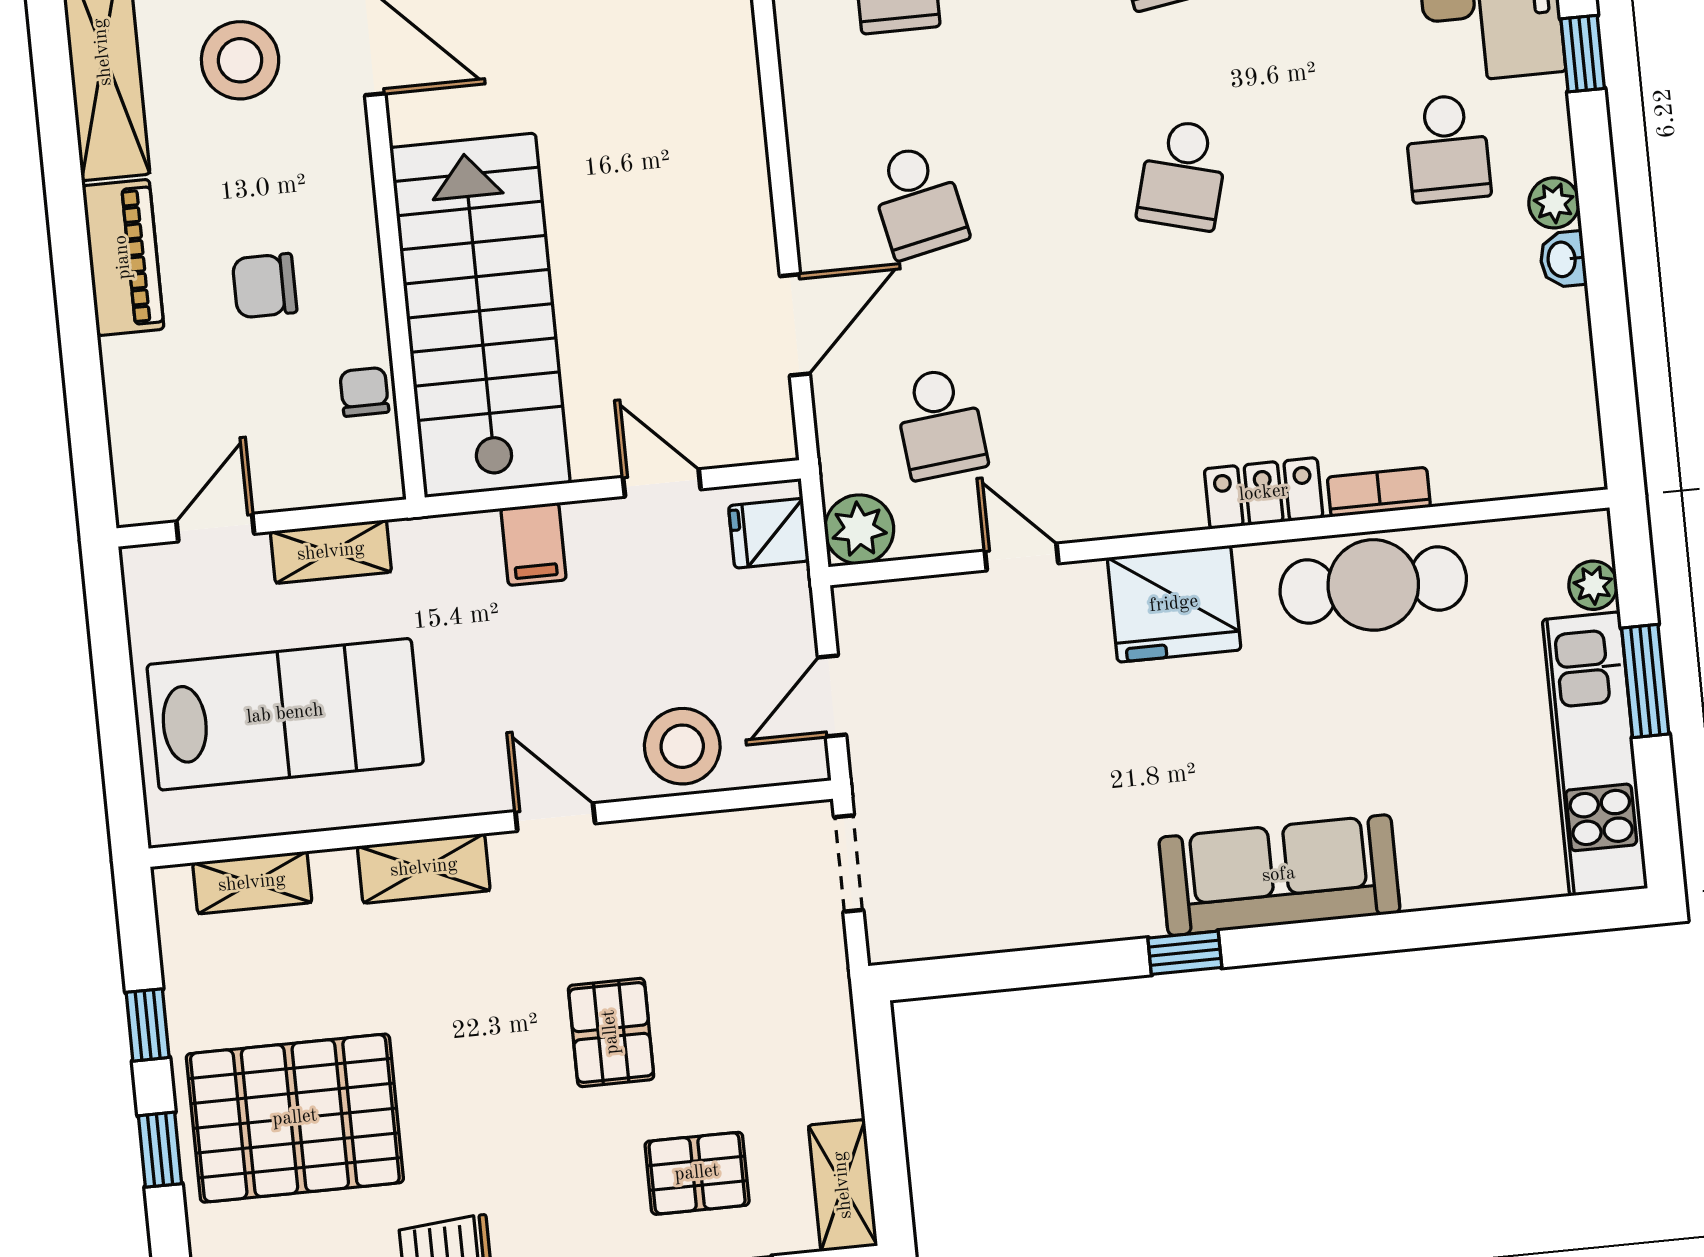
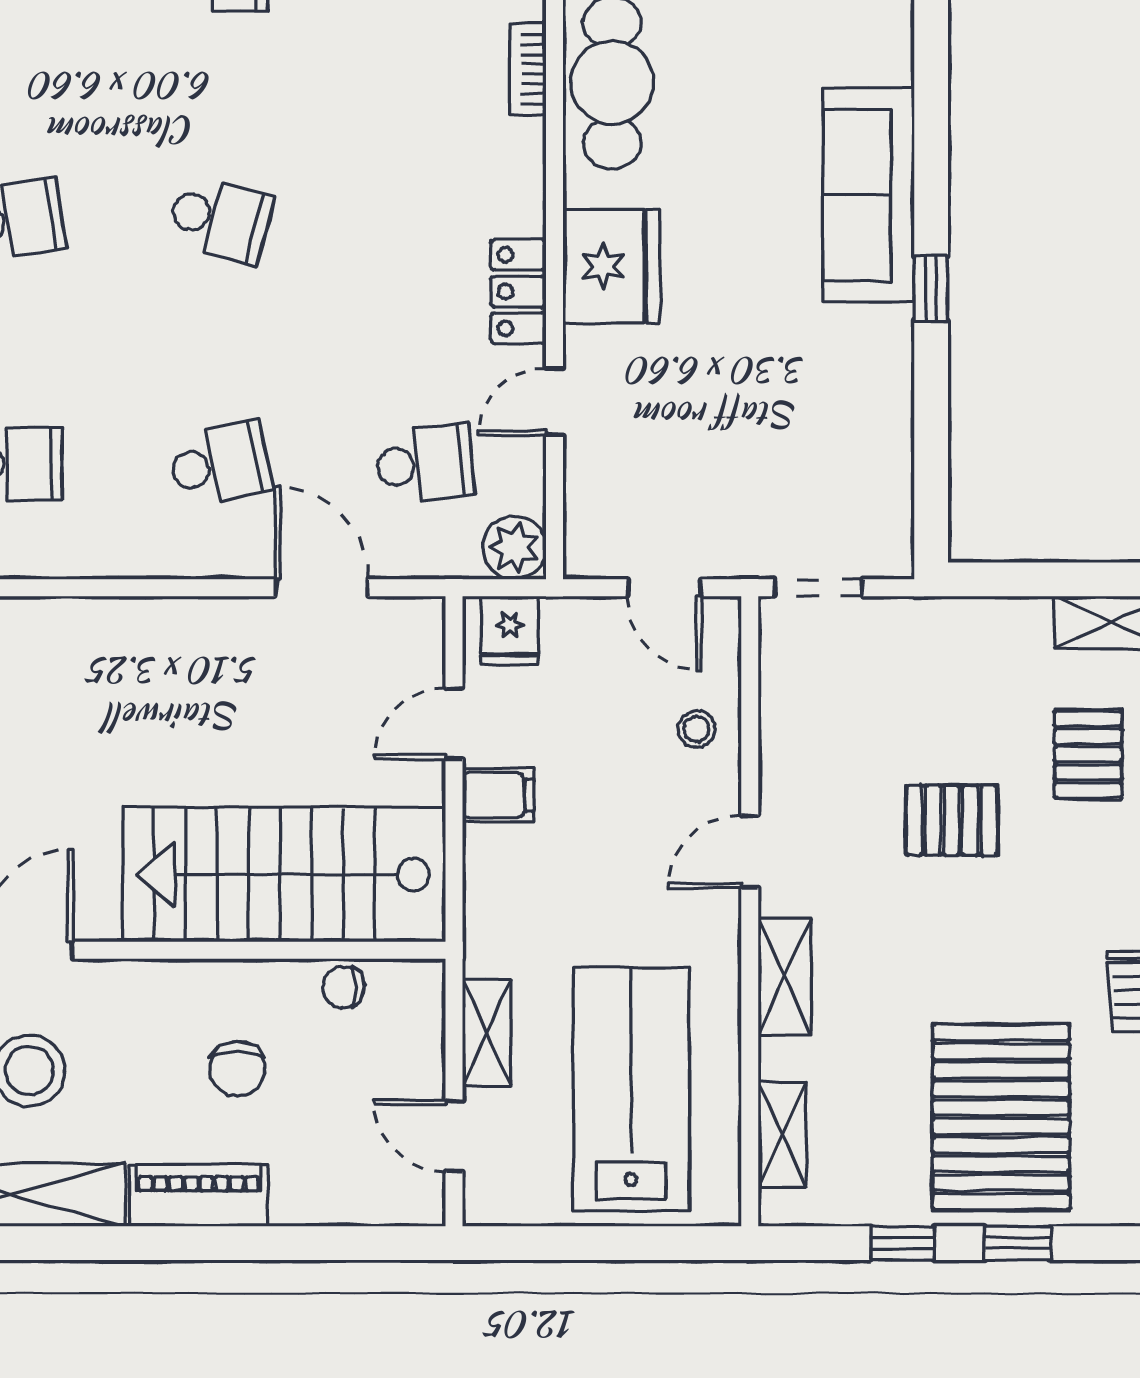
locker: (1264, 493) -> (518, 292), moved
filing cabinet: (533, 544) -> (498, 795), moved
stool: (682, 746) -> (696, 729), width x0.53, depth x0.53

